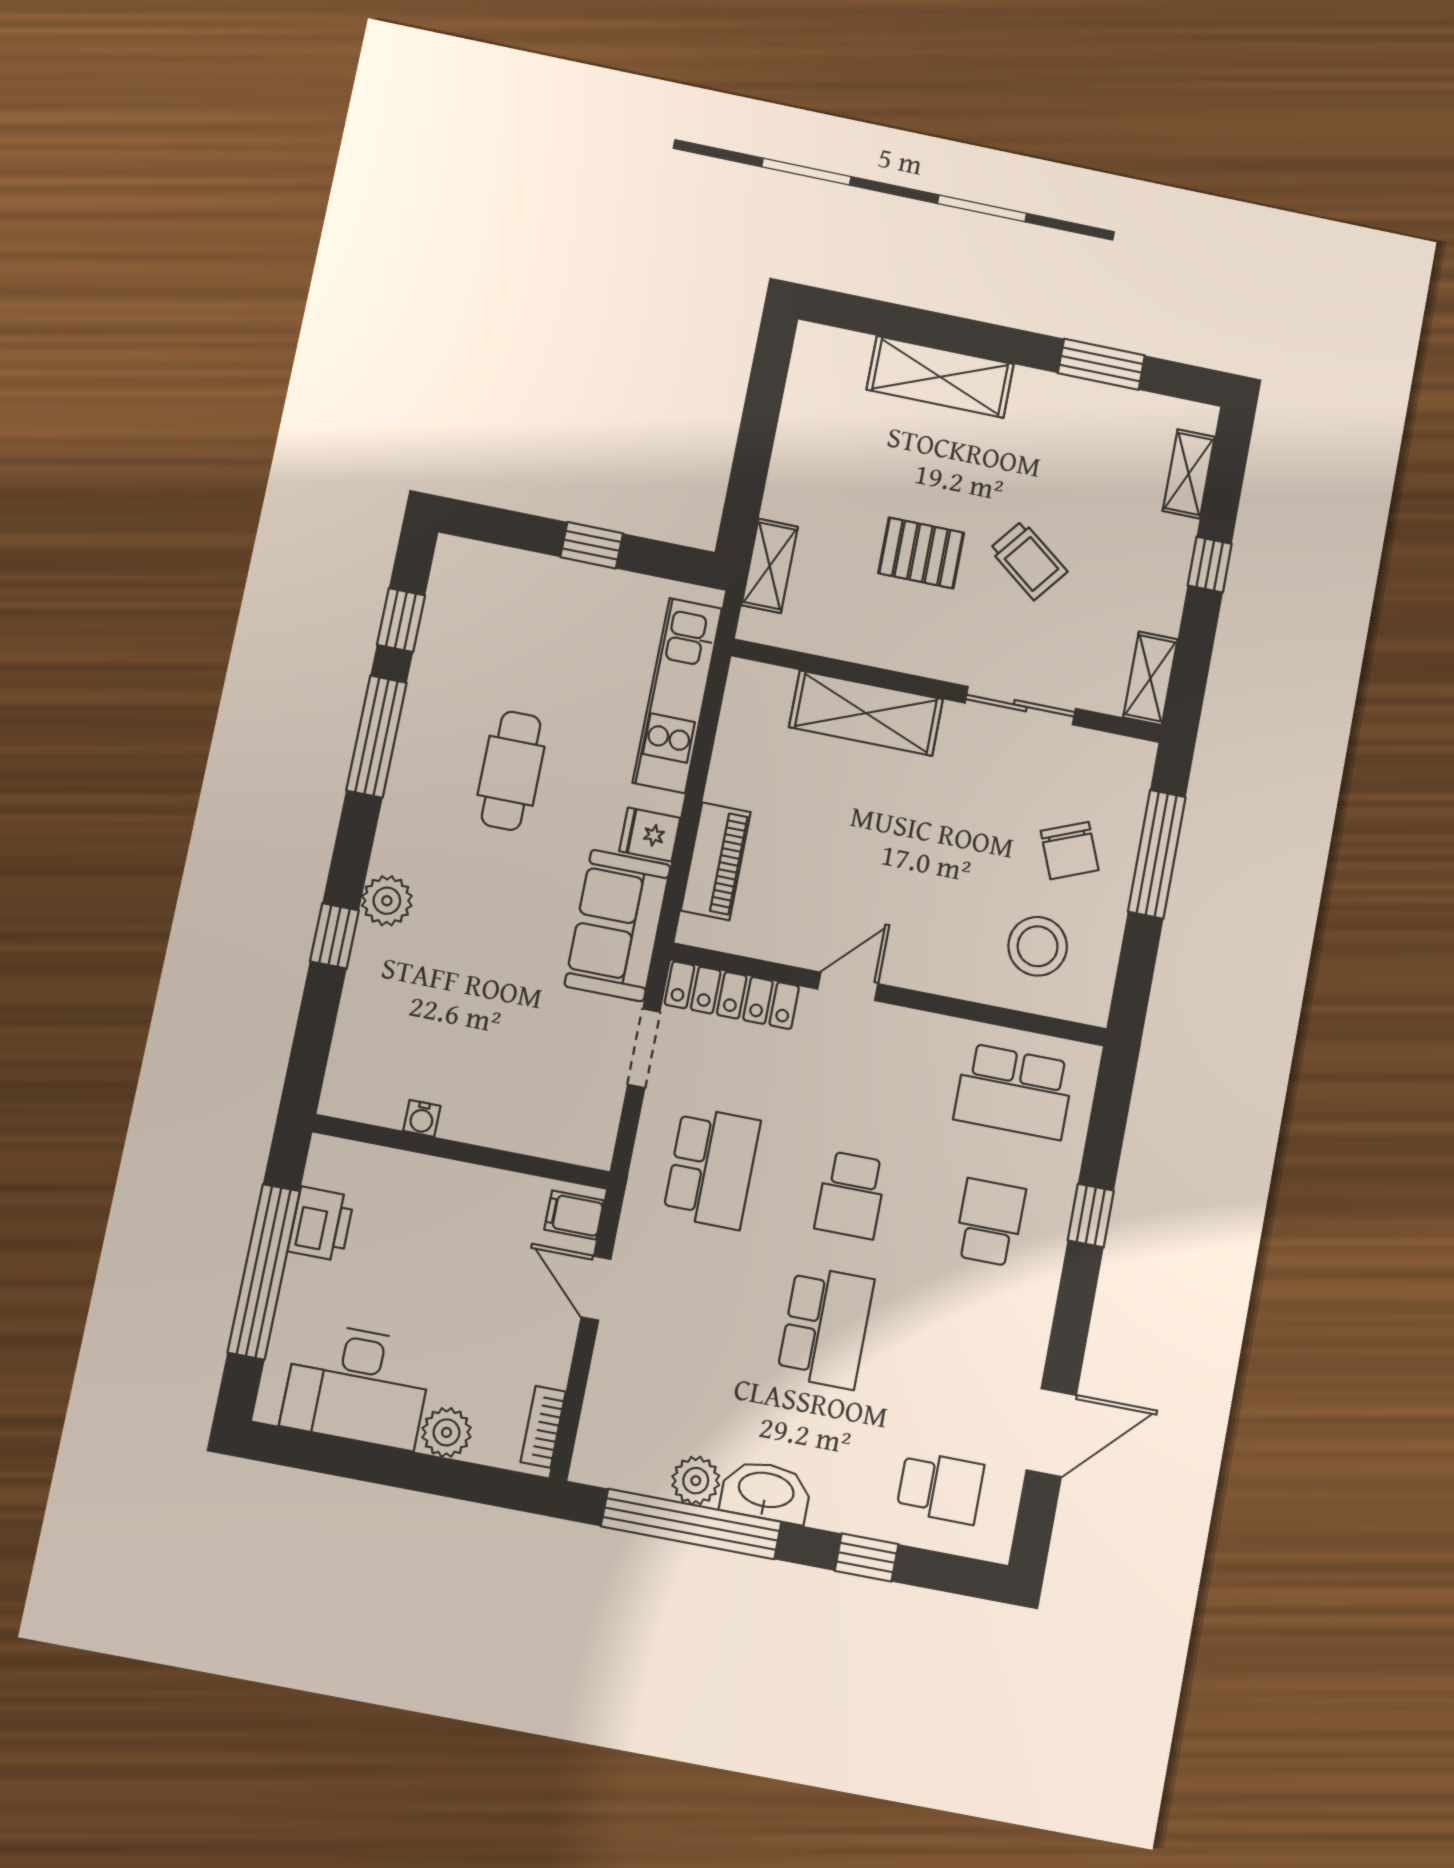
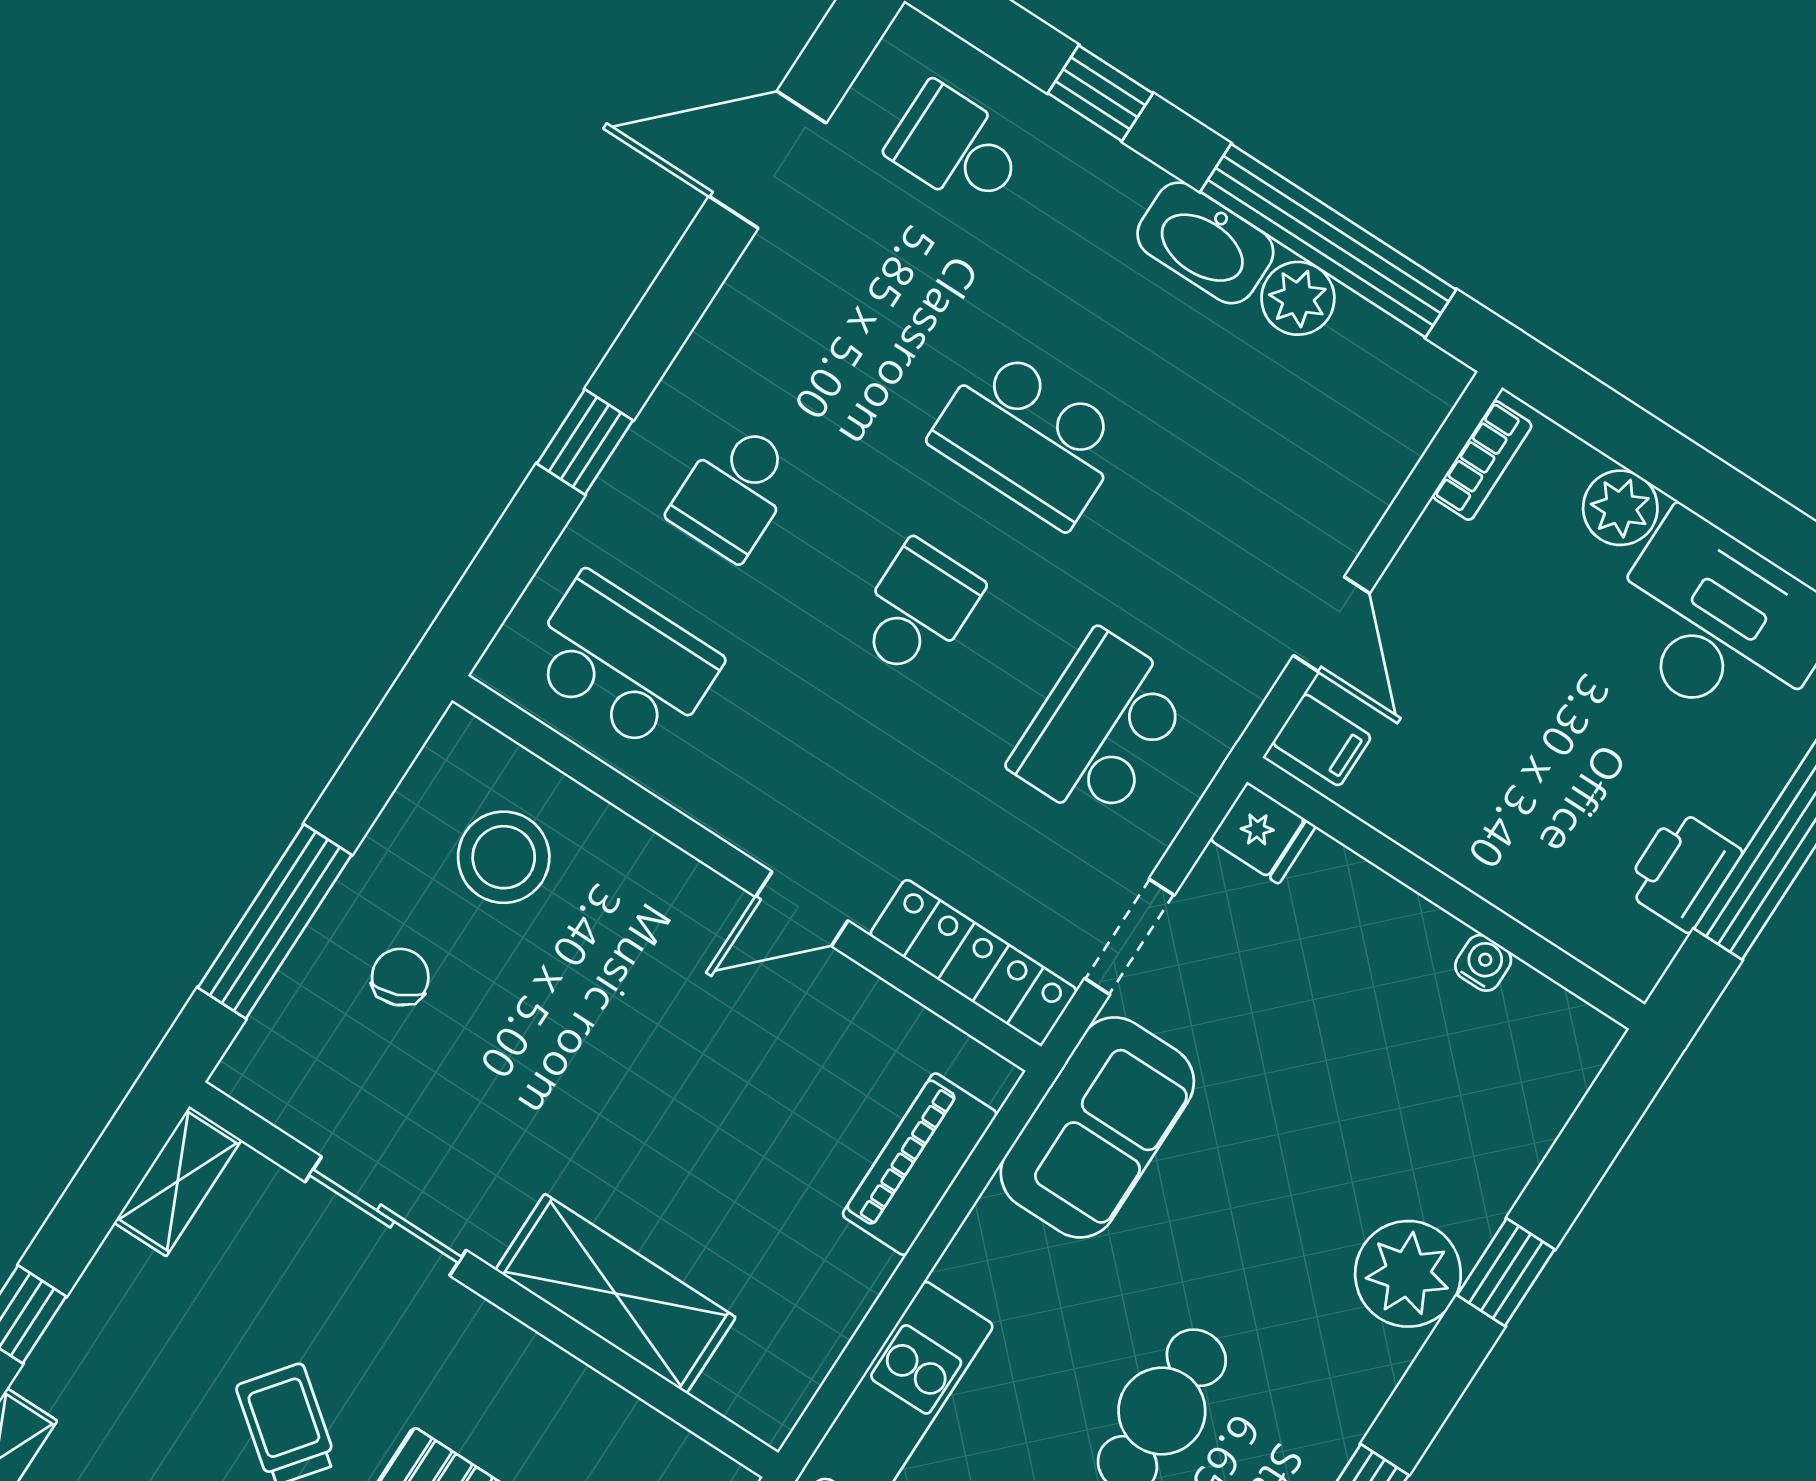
fridge: (650, 834) -> (1263, 833), moved
chair: (1070, 851) -> (400, 977), width x0.73, depth x0.73
plant: (387, 901) -> (1408, 1274), width x1.36, depth x1.36
school desk: (826, 1327) -> (1028, 438), turned -90

